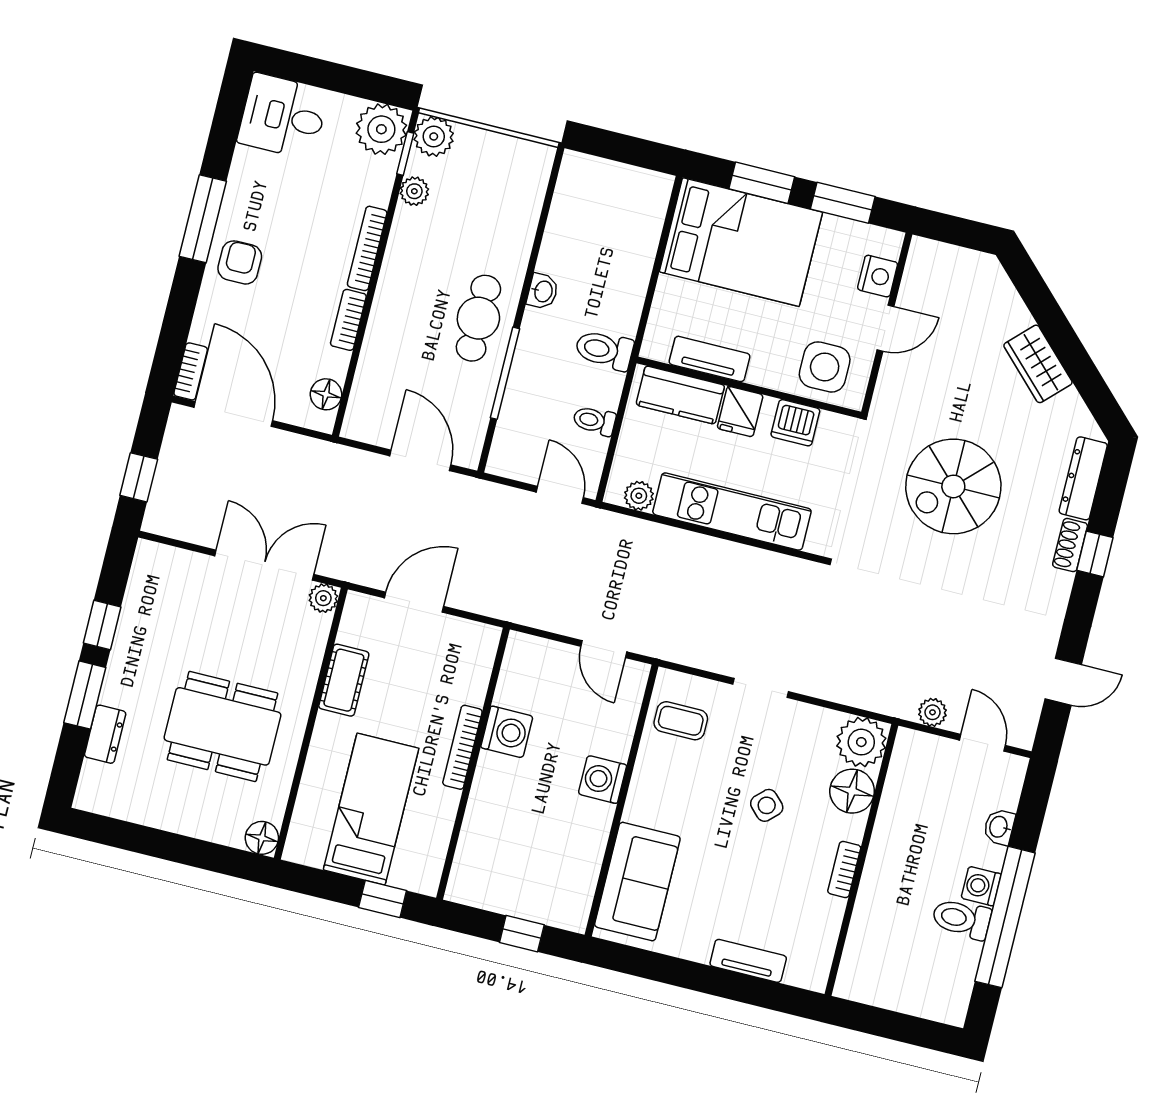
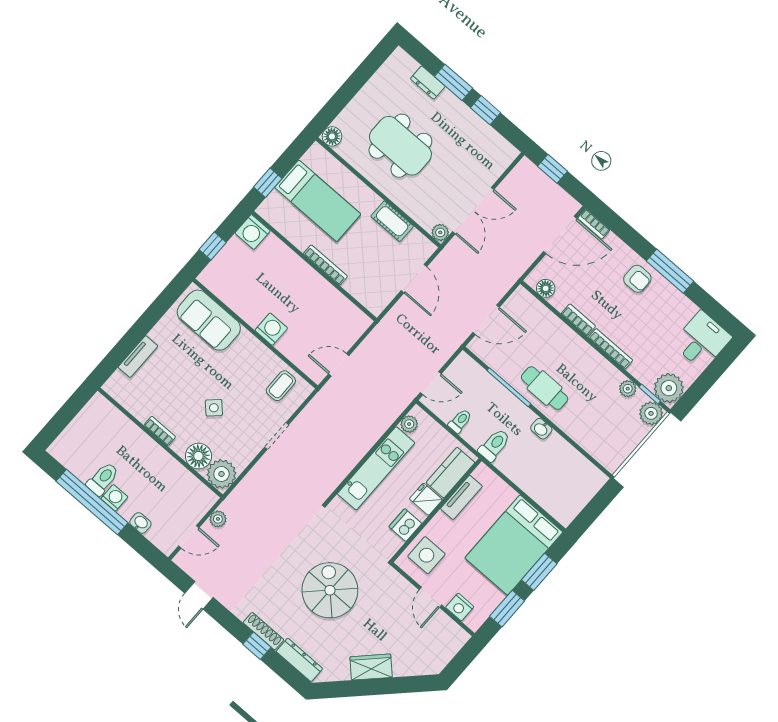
shoe rack: (1070, 545) -> (263, 631), width x1.43
dining table: (223, 726) -> (400, 146), turned 90
washing machine: (507, 732) -> (253, 232), moved

